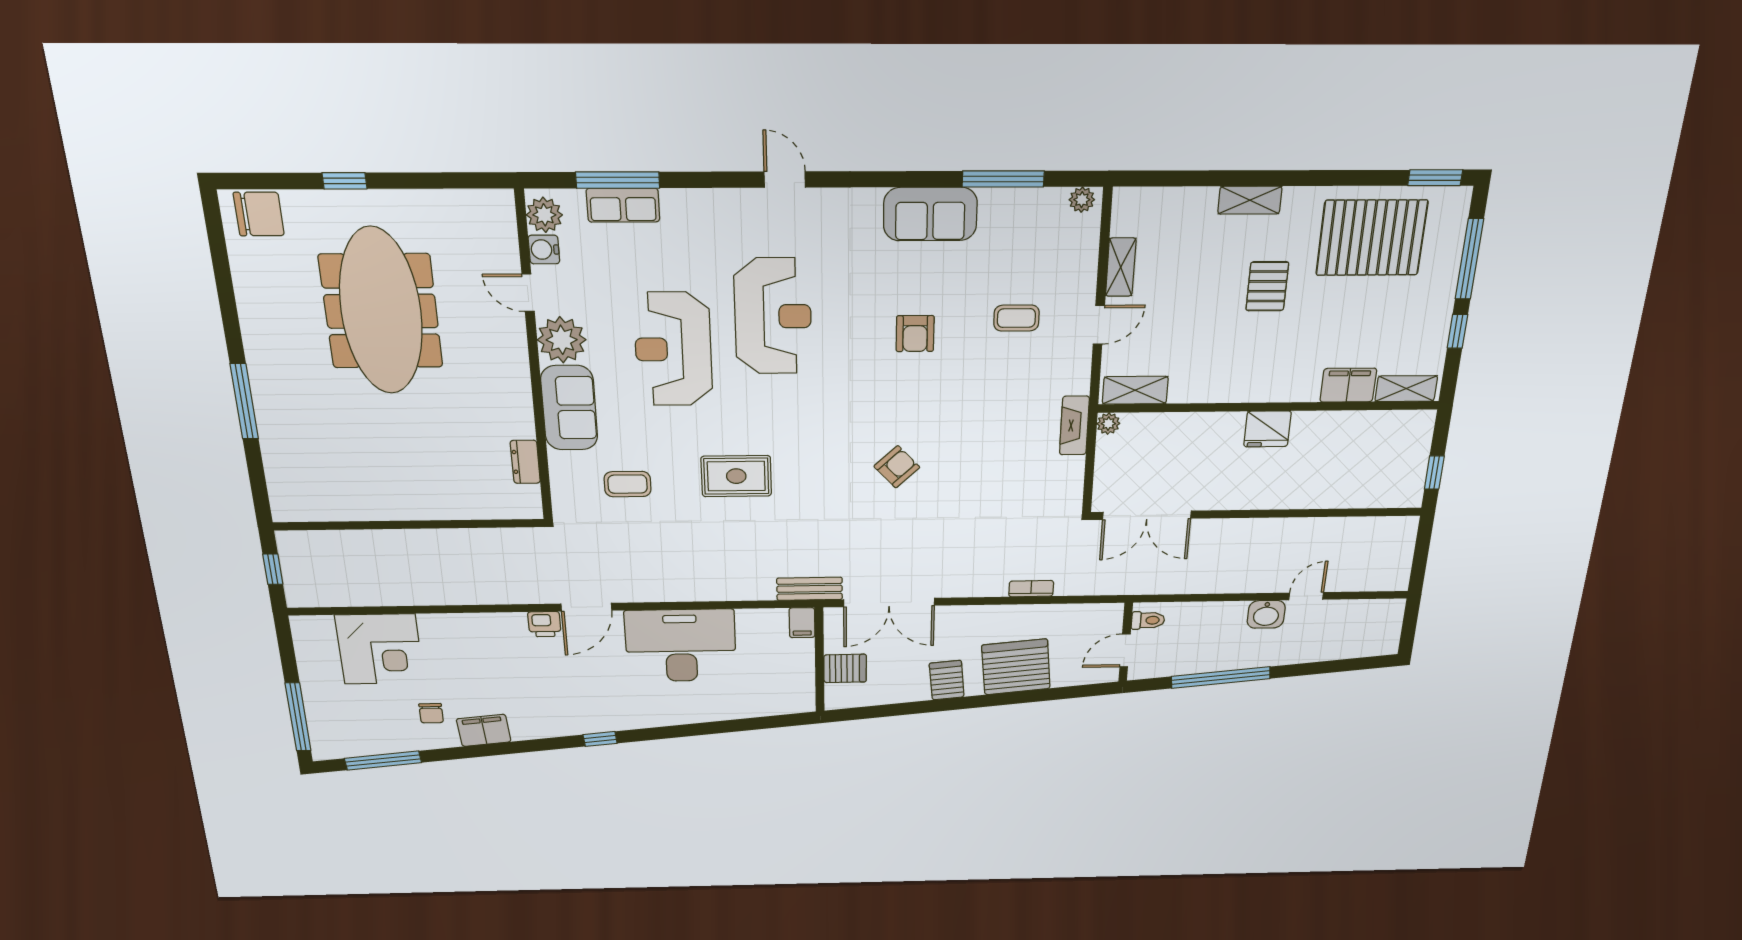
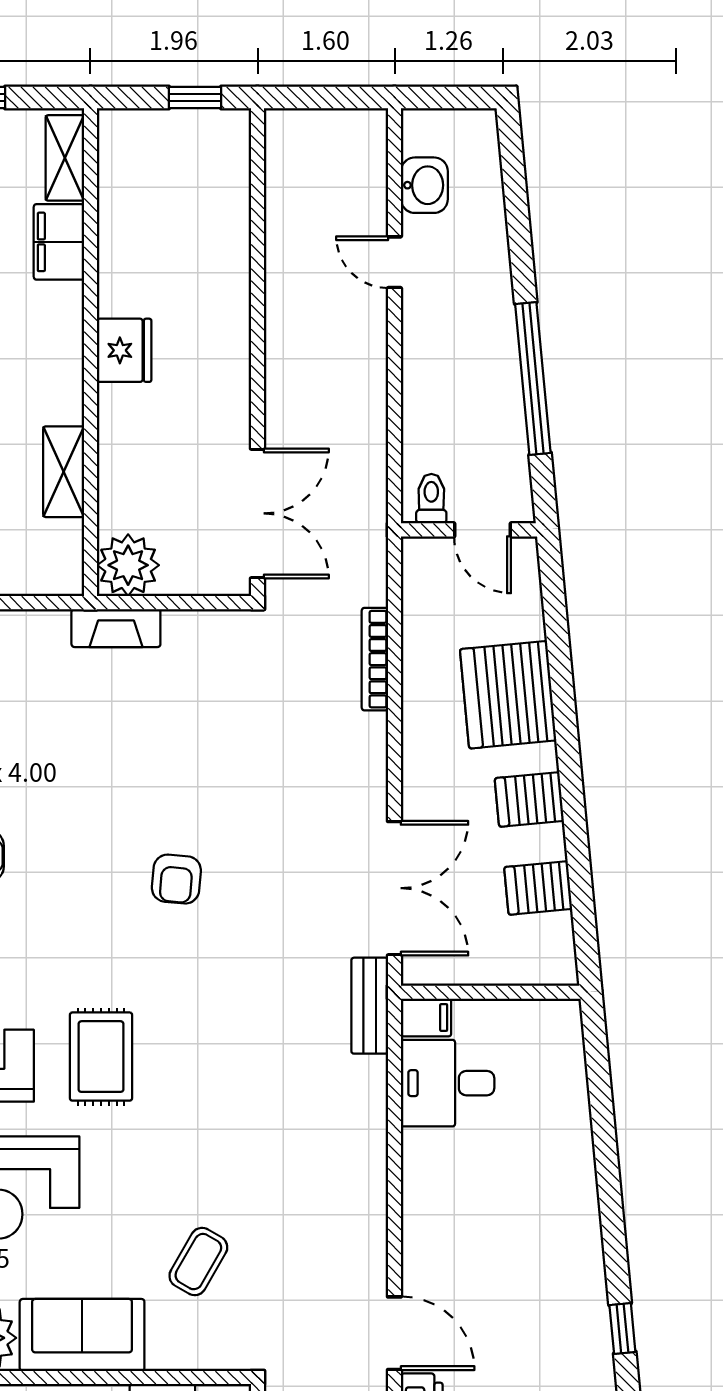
shelving: (1135, 390) -> (64, 472), moved
plant: (1108, 424) -> (128, 565), width x1.88, depth x1.88
armchair: (897, 467) -> (176, 879), turned -132
rug: (736, 476) -> (101, 1057), moved
coffee table: (628, 484) -> (198, 1262), turned 30
bookcase: (1031, 589) -> (375, 659), width x1.56
washbasin: (1266, 614) -> (424, 185), moved
desk: (681, 646) -> (448, 1083), moved, width x0.53, depth x0.77
server rack: (845, 668) -> (538, 888), moved, turned -95

